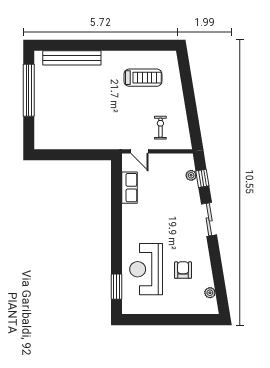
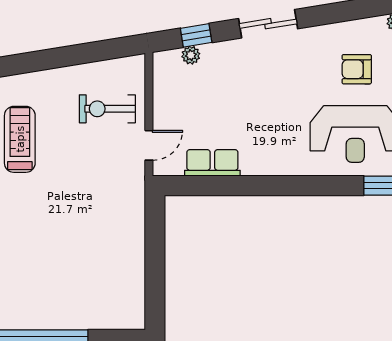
exercise bike: (160, 128) -> (107, 109), width x1.38, depth x1.39

